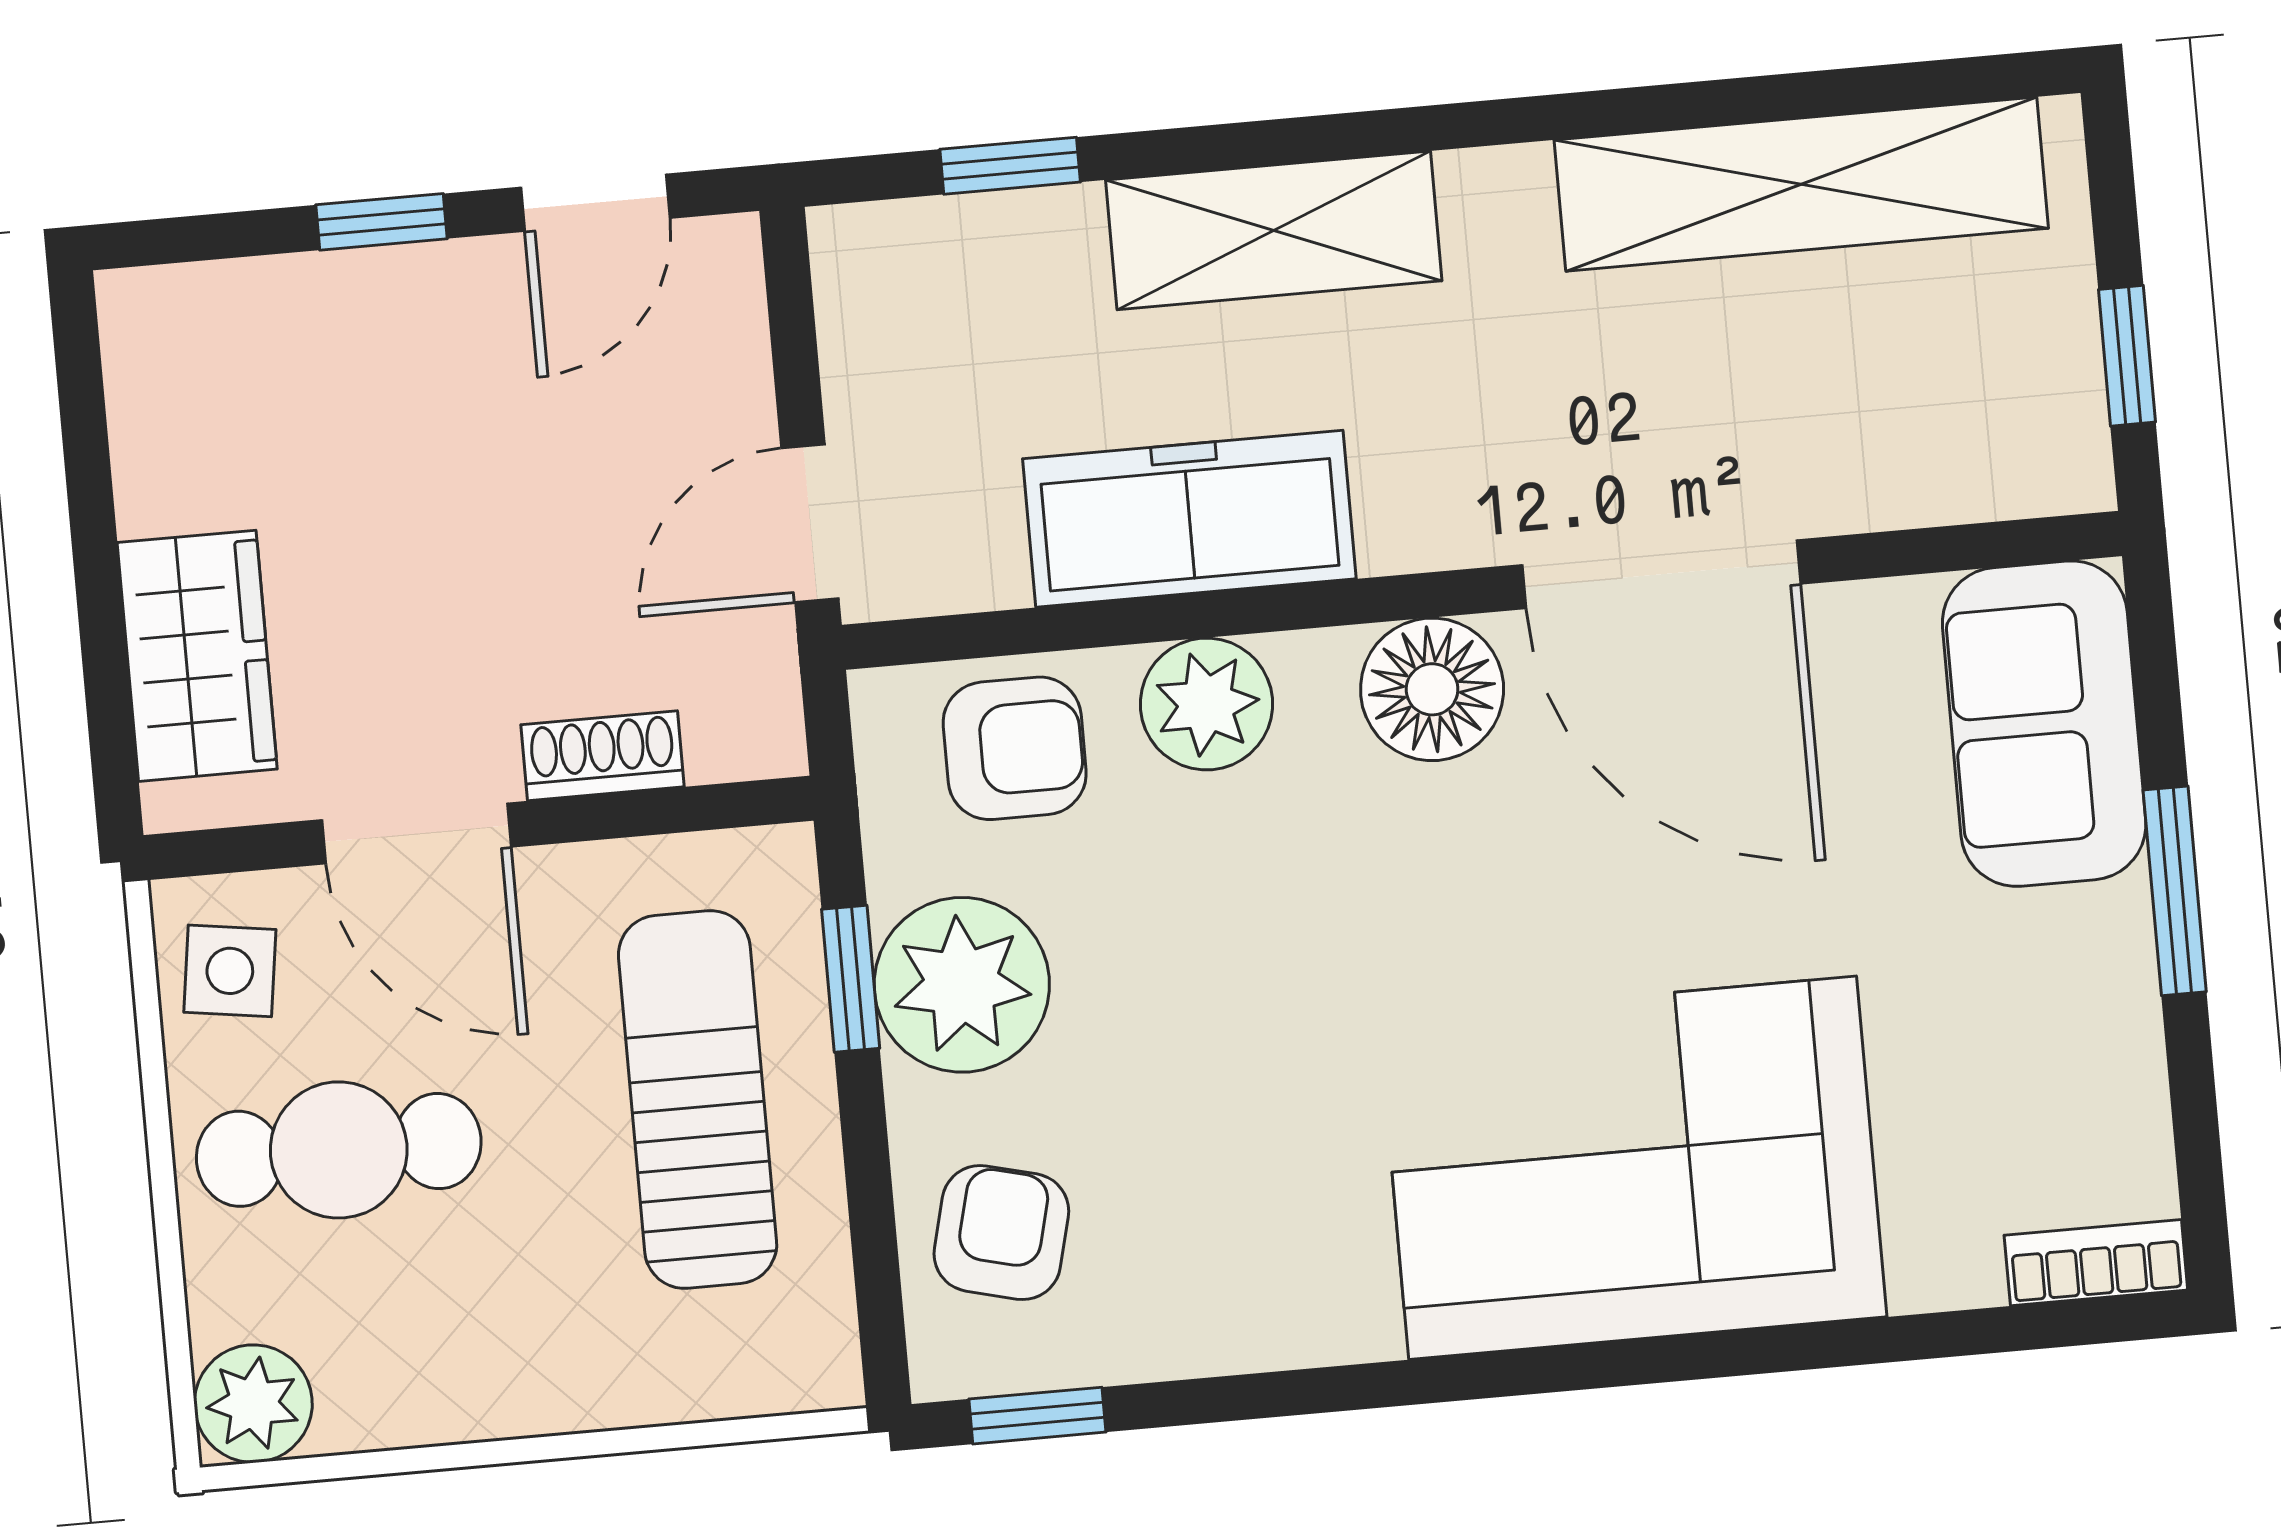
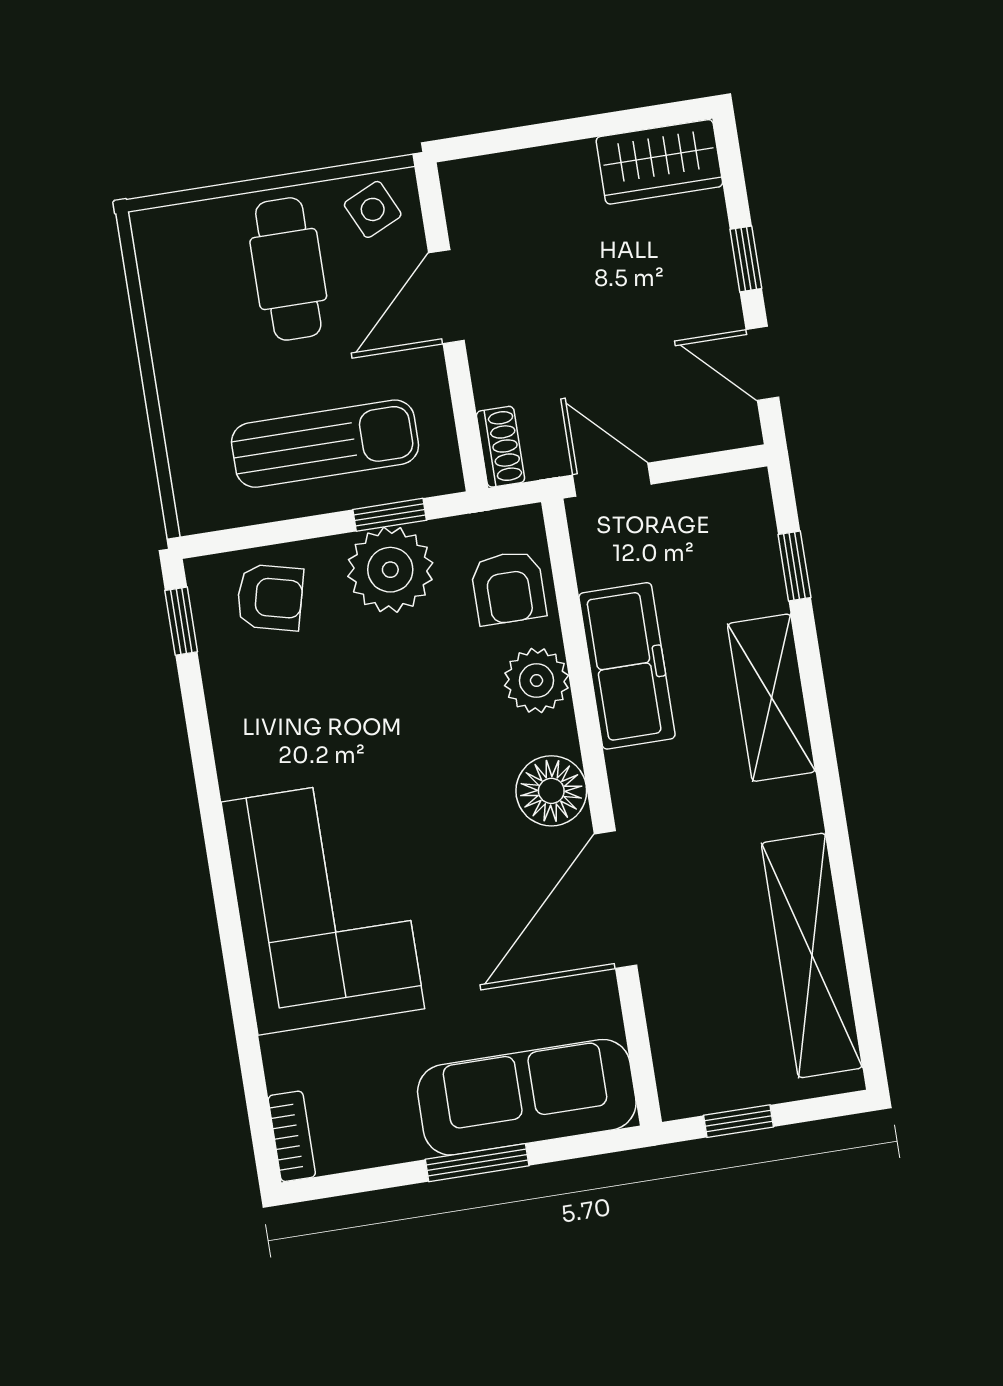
wardrobe: (197, 656) -> (659, 162), moved
sofa: (2044, 724) -> (527, 1097), width x1.36
shoe rack: (603, 756) -> (501, 447), moved
side table: (230, 971) -> (373, 209), turned -33
plant: (253, 1404) -> (161, 235), removed

